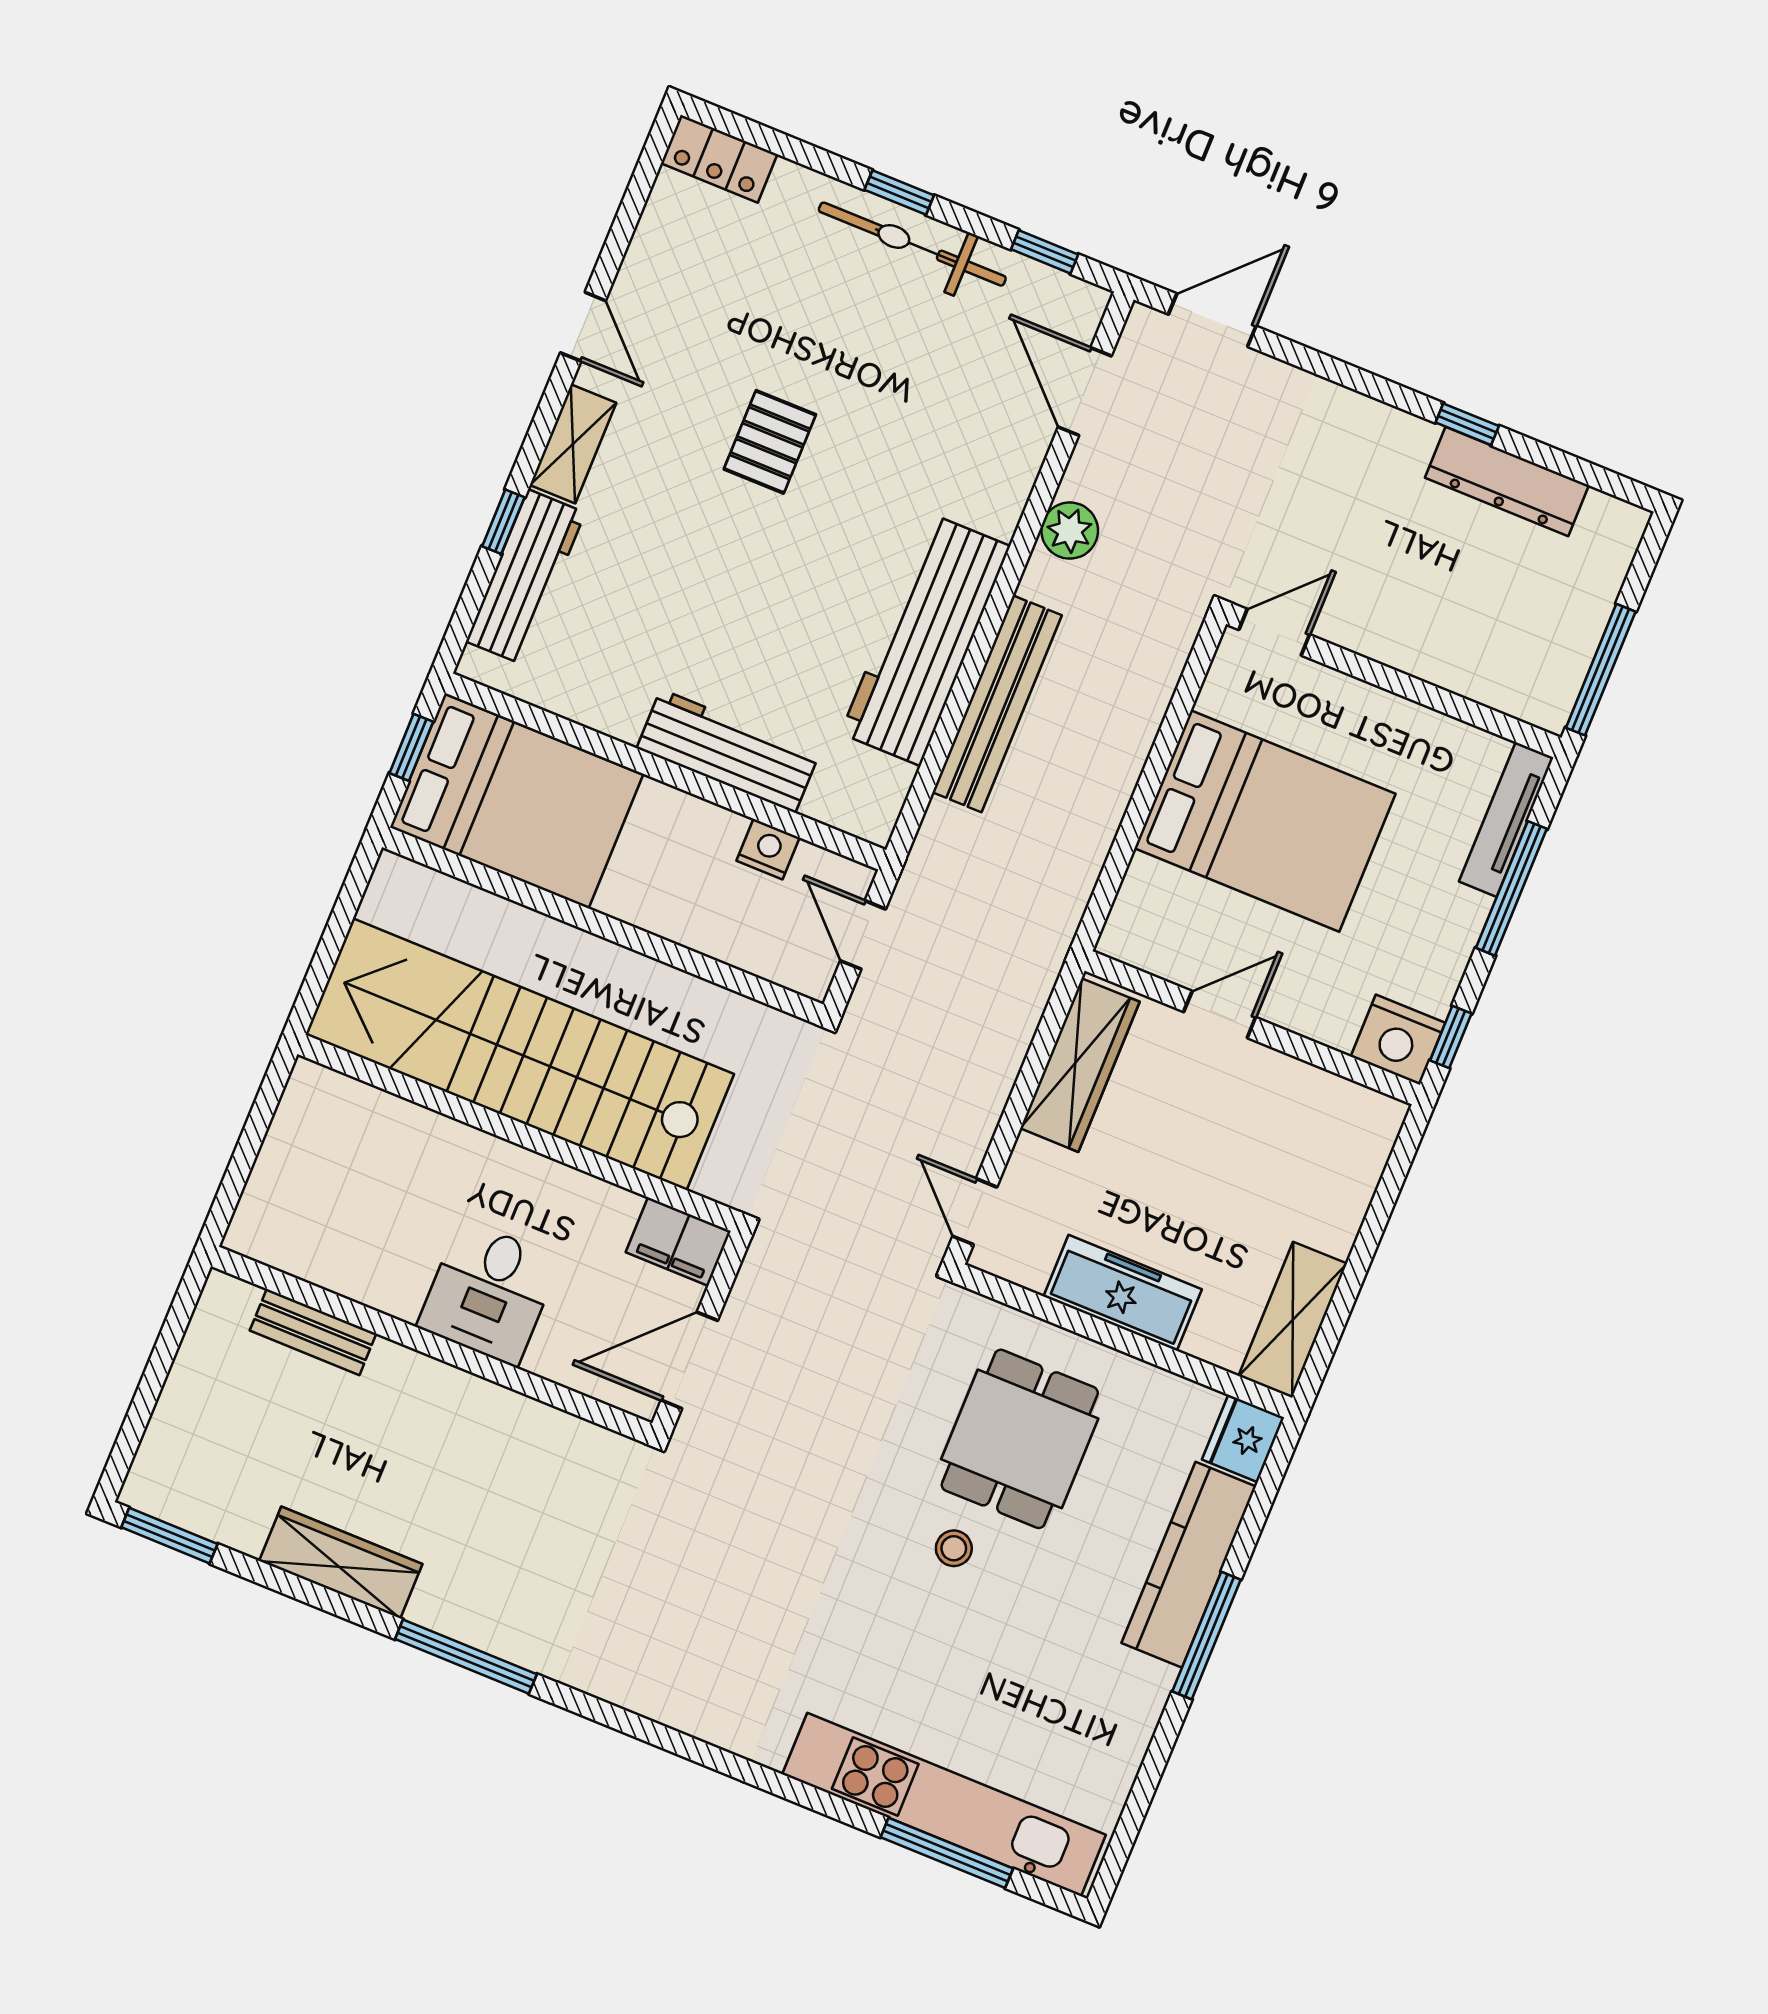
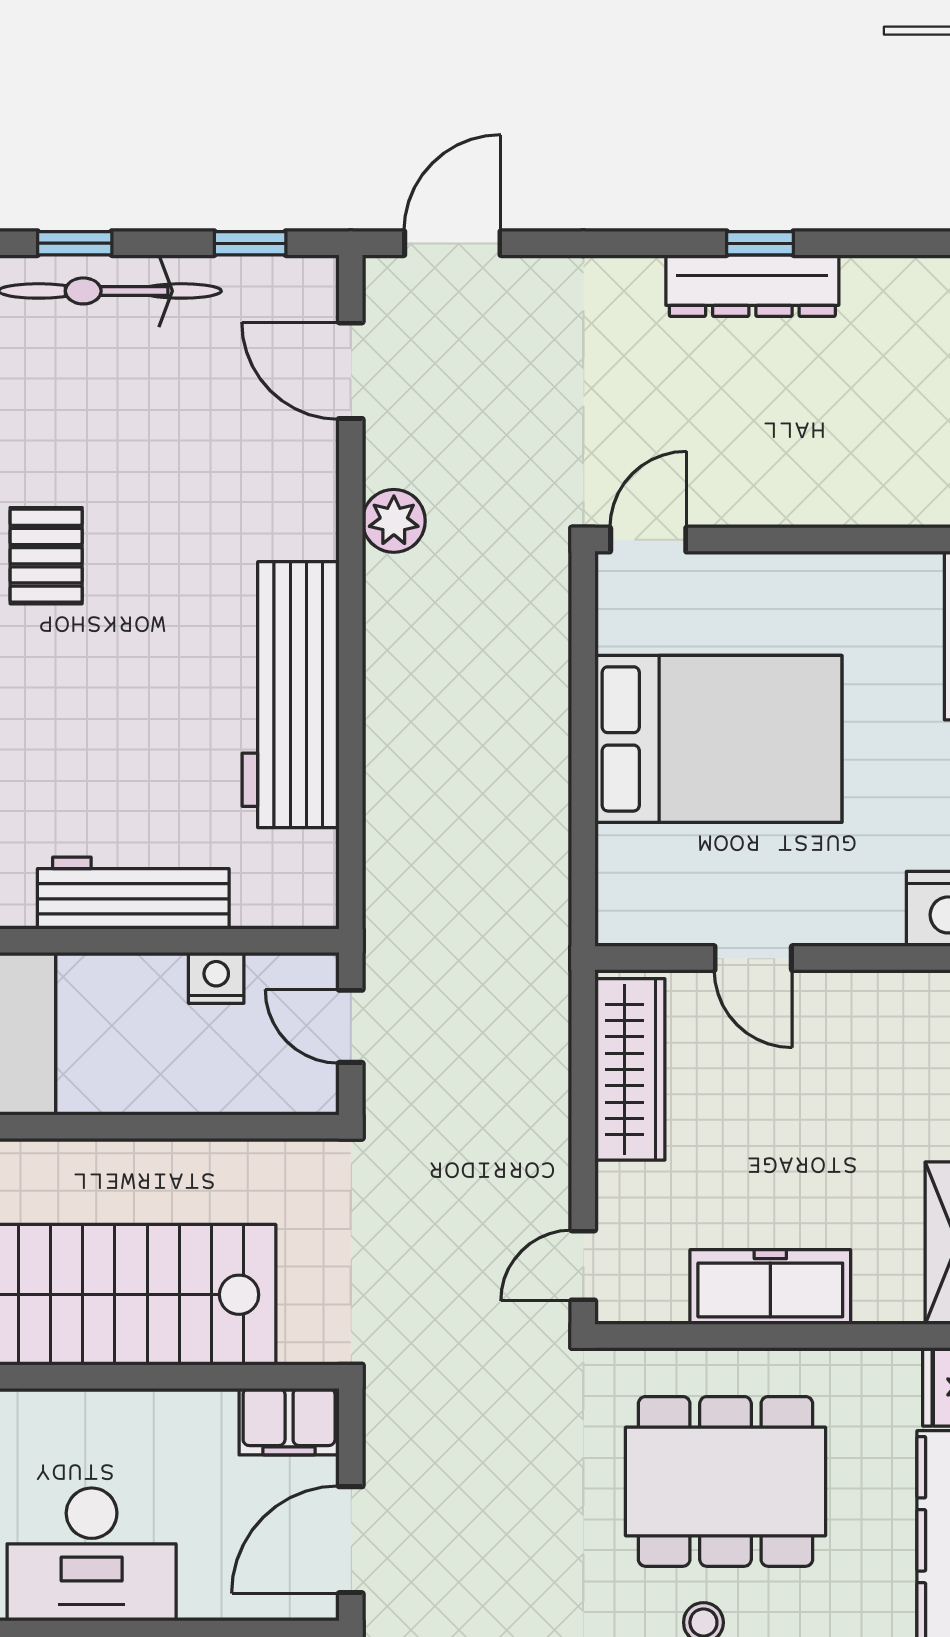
dresser: (1507, 482) -> (752, 286), moved
bench: (997, 704) -> (392, 731), removed
door: (1220, 1015) -> (753, 958), swing flipped
door: (975, 1212) -> (583, 1265), hinge flipped
desk: (489, 1293) -> (92, 1554), width x1.37
dining table: (1020, 1439) -> (726, 1481), width x1.38

